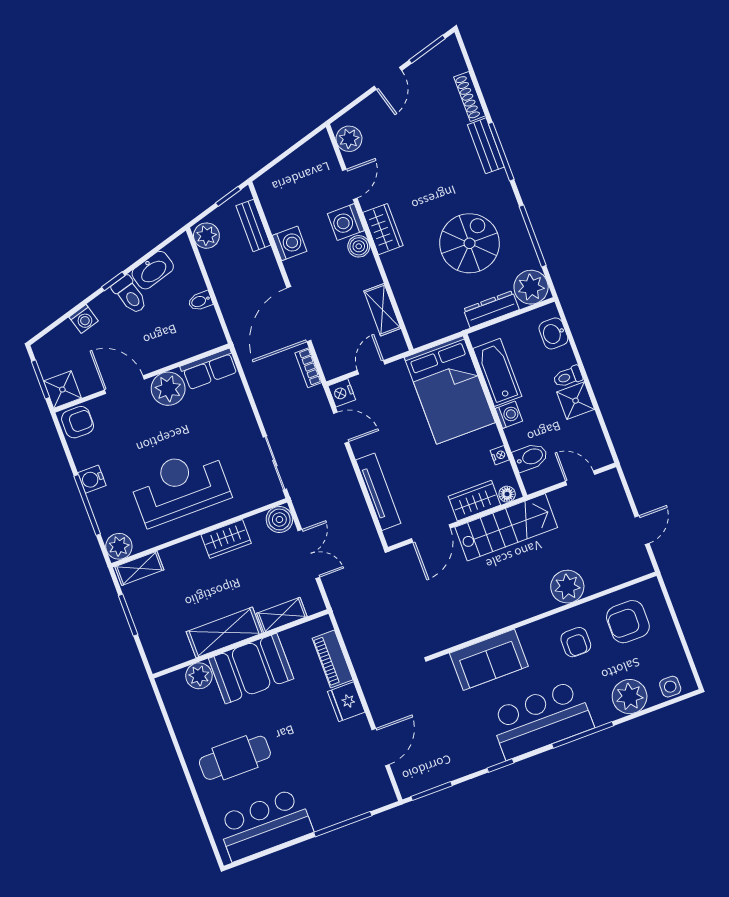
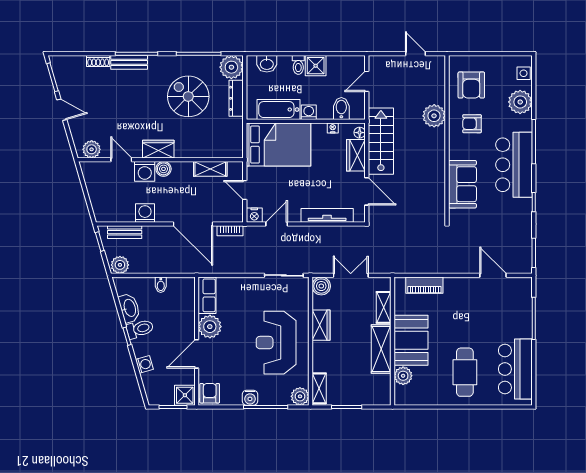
shoe rack: (470, 96) -> (98, 61), width x0.70
armchair: (576, 642) -> (472, 124), turned 180
fridge: (346, 702) -> (455, 287), removed

